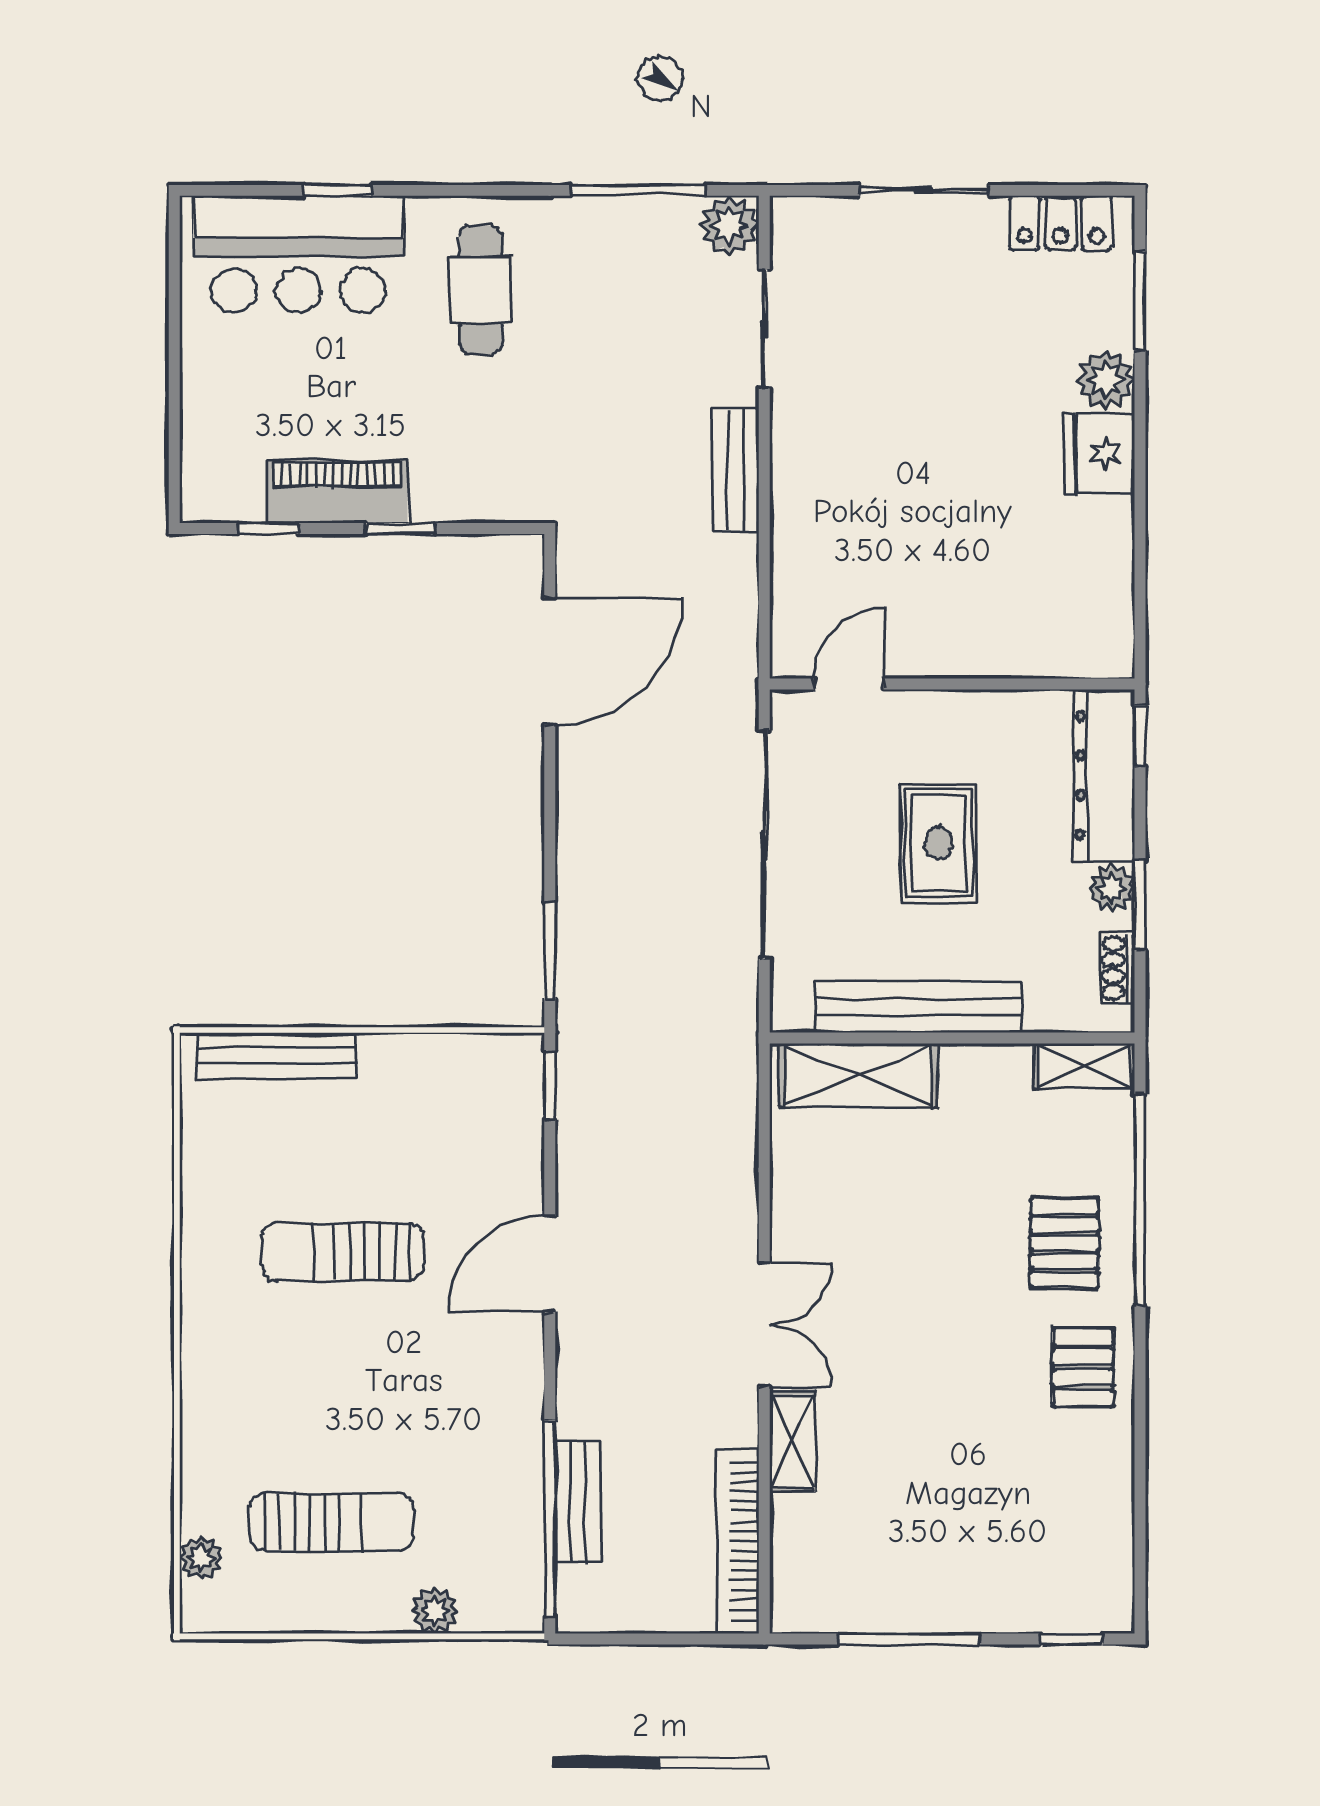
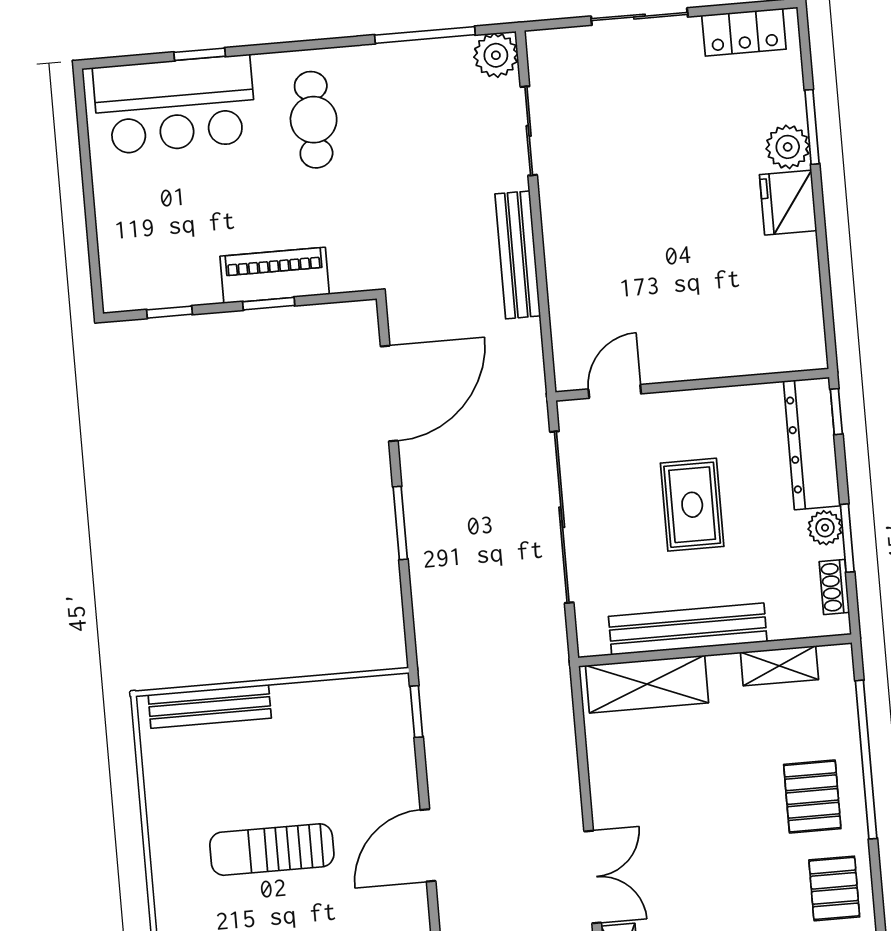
window: (1140, 301) -> (812, 127), moved
bench: (736, 470) -> (518, 255), width x1.36
piano: (337, 492) -> (275, 275), moved
window: (550, 951) -> (400, 523), moved
shelving: (1084, 1066) -> (779, 666), moved

